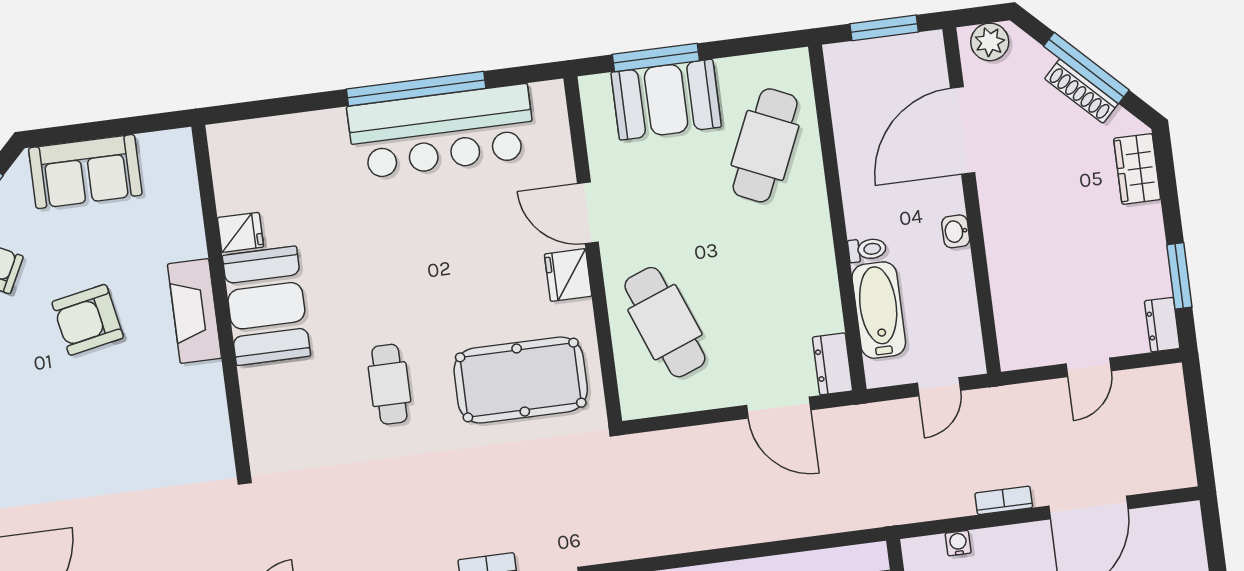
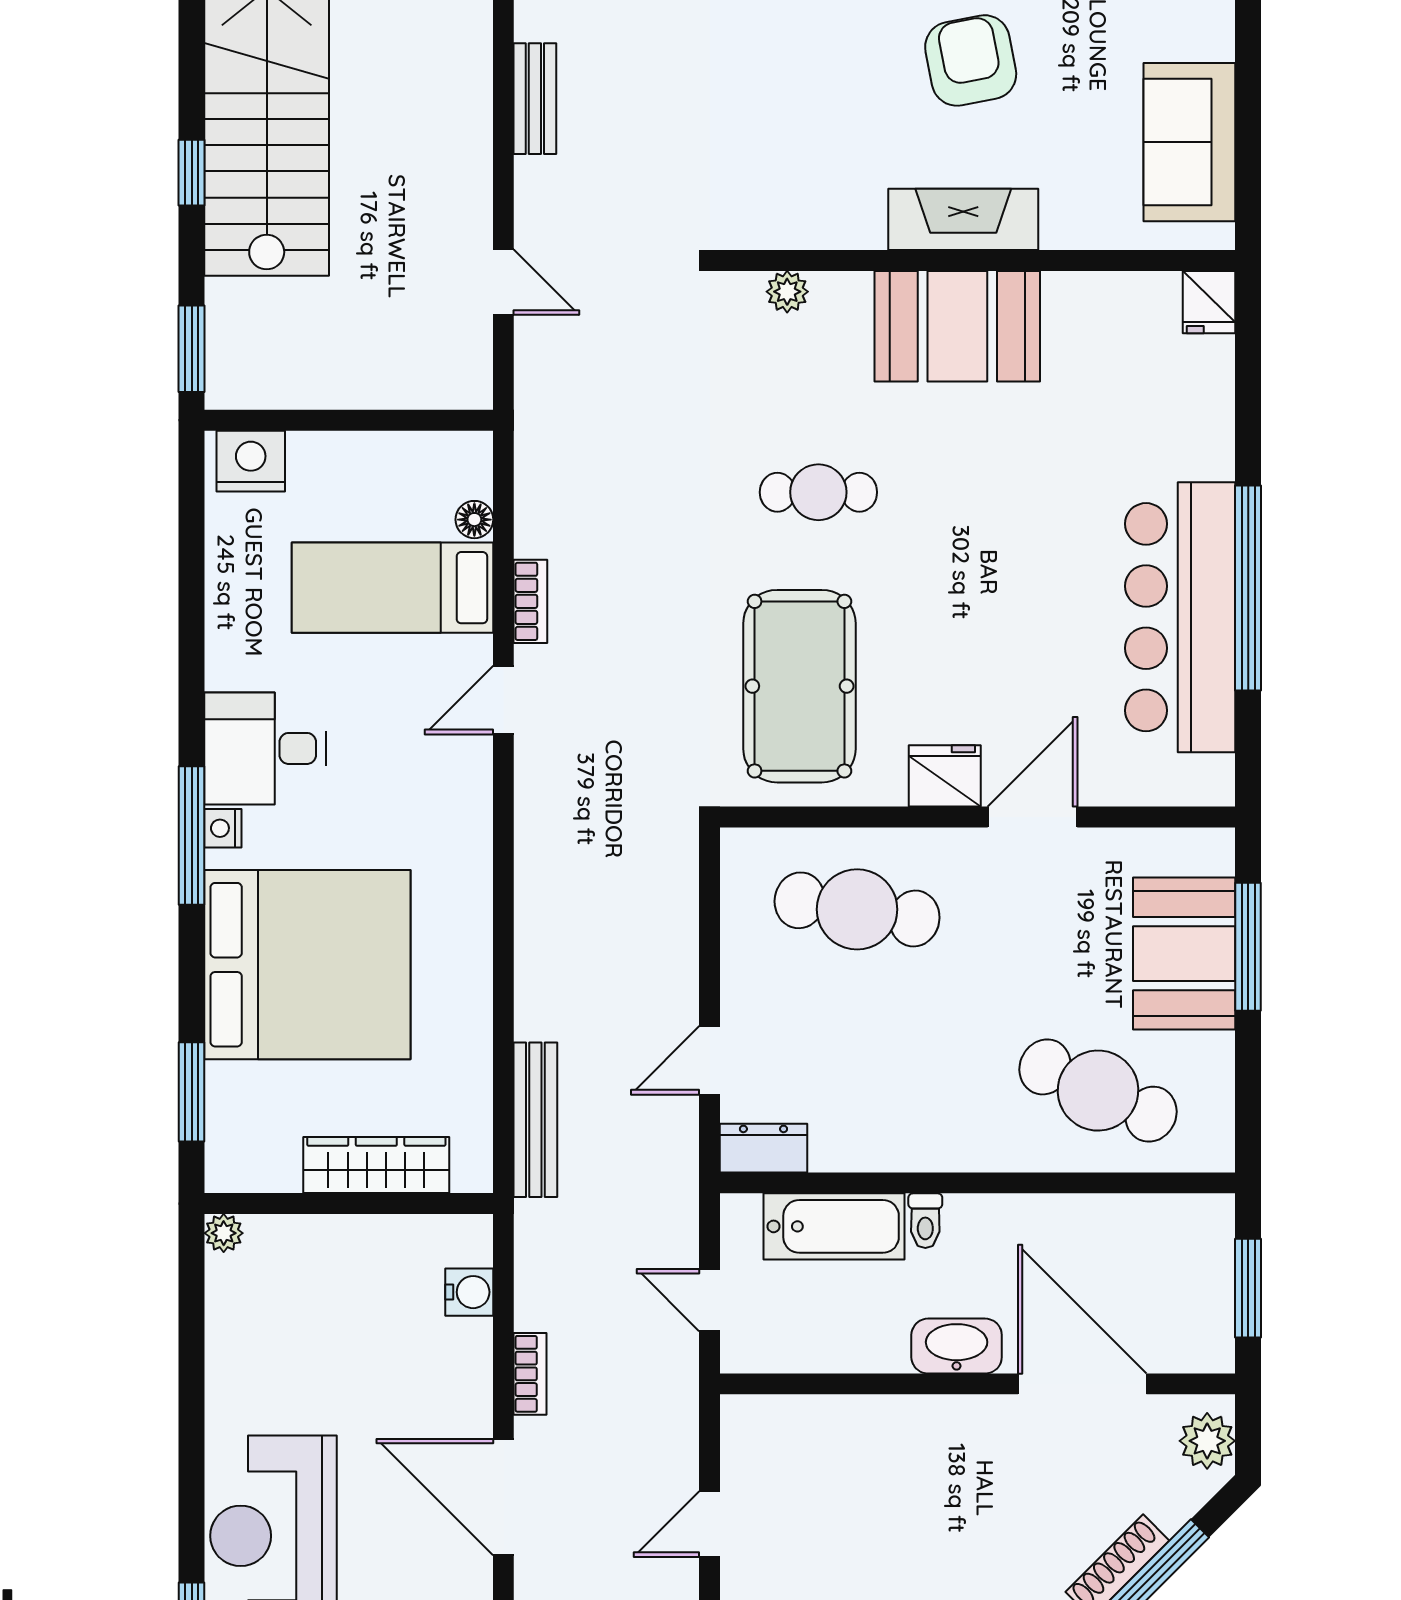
sofa: (85, 172) -> (1189, 142), moved
washbasin: (956, 231) -> (957, 1346), width x1.91, depth x1.45
fridge: (240, 232) -> (1209, 302), moved
cafe table: (665, 322) -> (857, 909), turned 30
door: (1089, 367) -> (710, 1524), hinge flipped
door: (779, 408) -> (710, 1060), width x0.73
plant: (258, 422) -> (787, 292), added
bench: (833, 519) -> (535, 1120), added
water cooler: (958, 543) -> (469, 1292), width x1.38, depth x1.38

